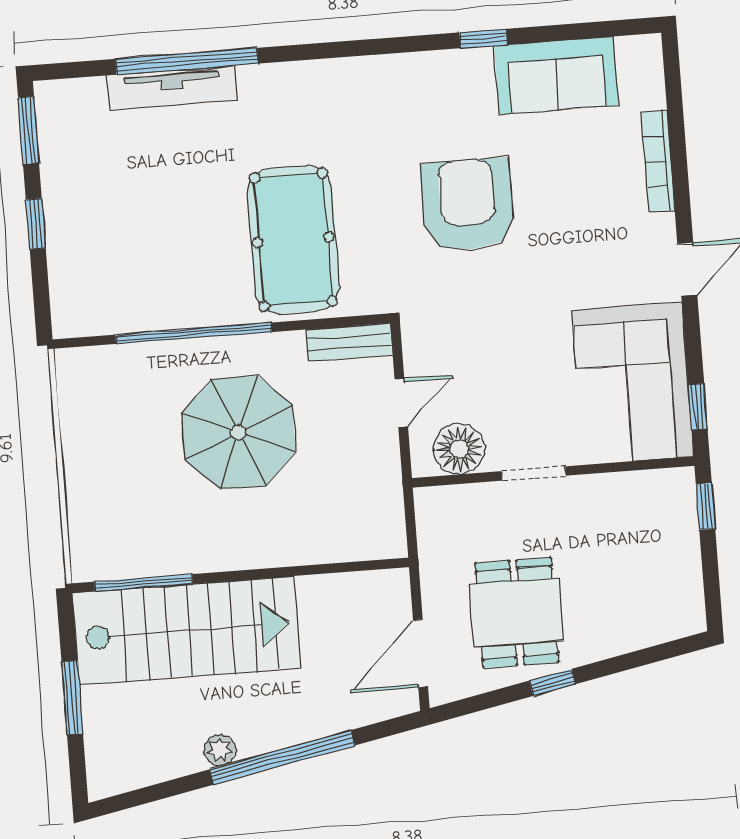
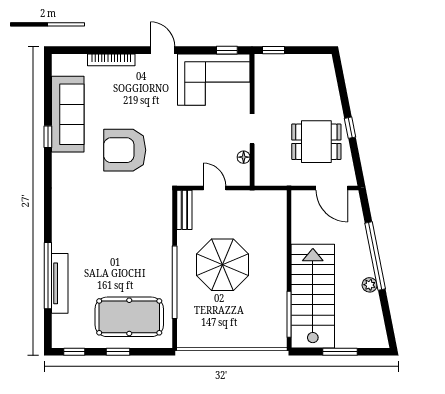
sofa: (556, 75) -> (68, 114), width x1.36
window: (29, 130) -> (74, 352), width x0.67
pool table: (293, 240) -> (129, 317), moved
floor lamp: (459, 449) -> (244, 157), width x0.53, depth x0.53

